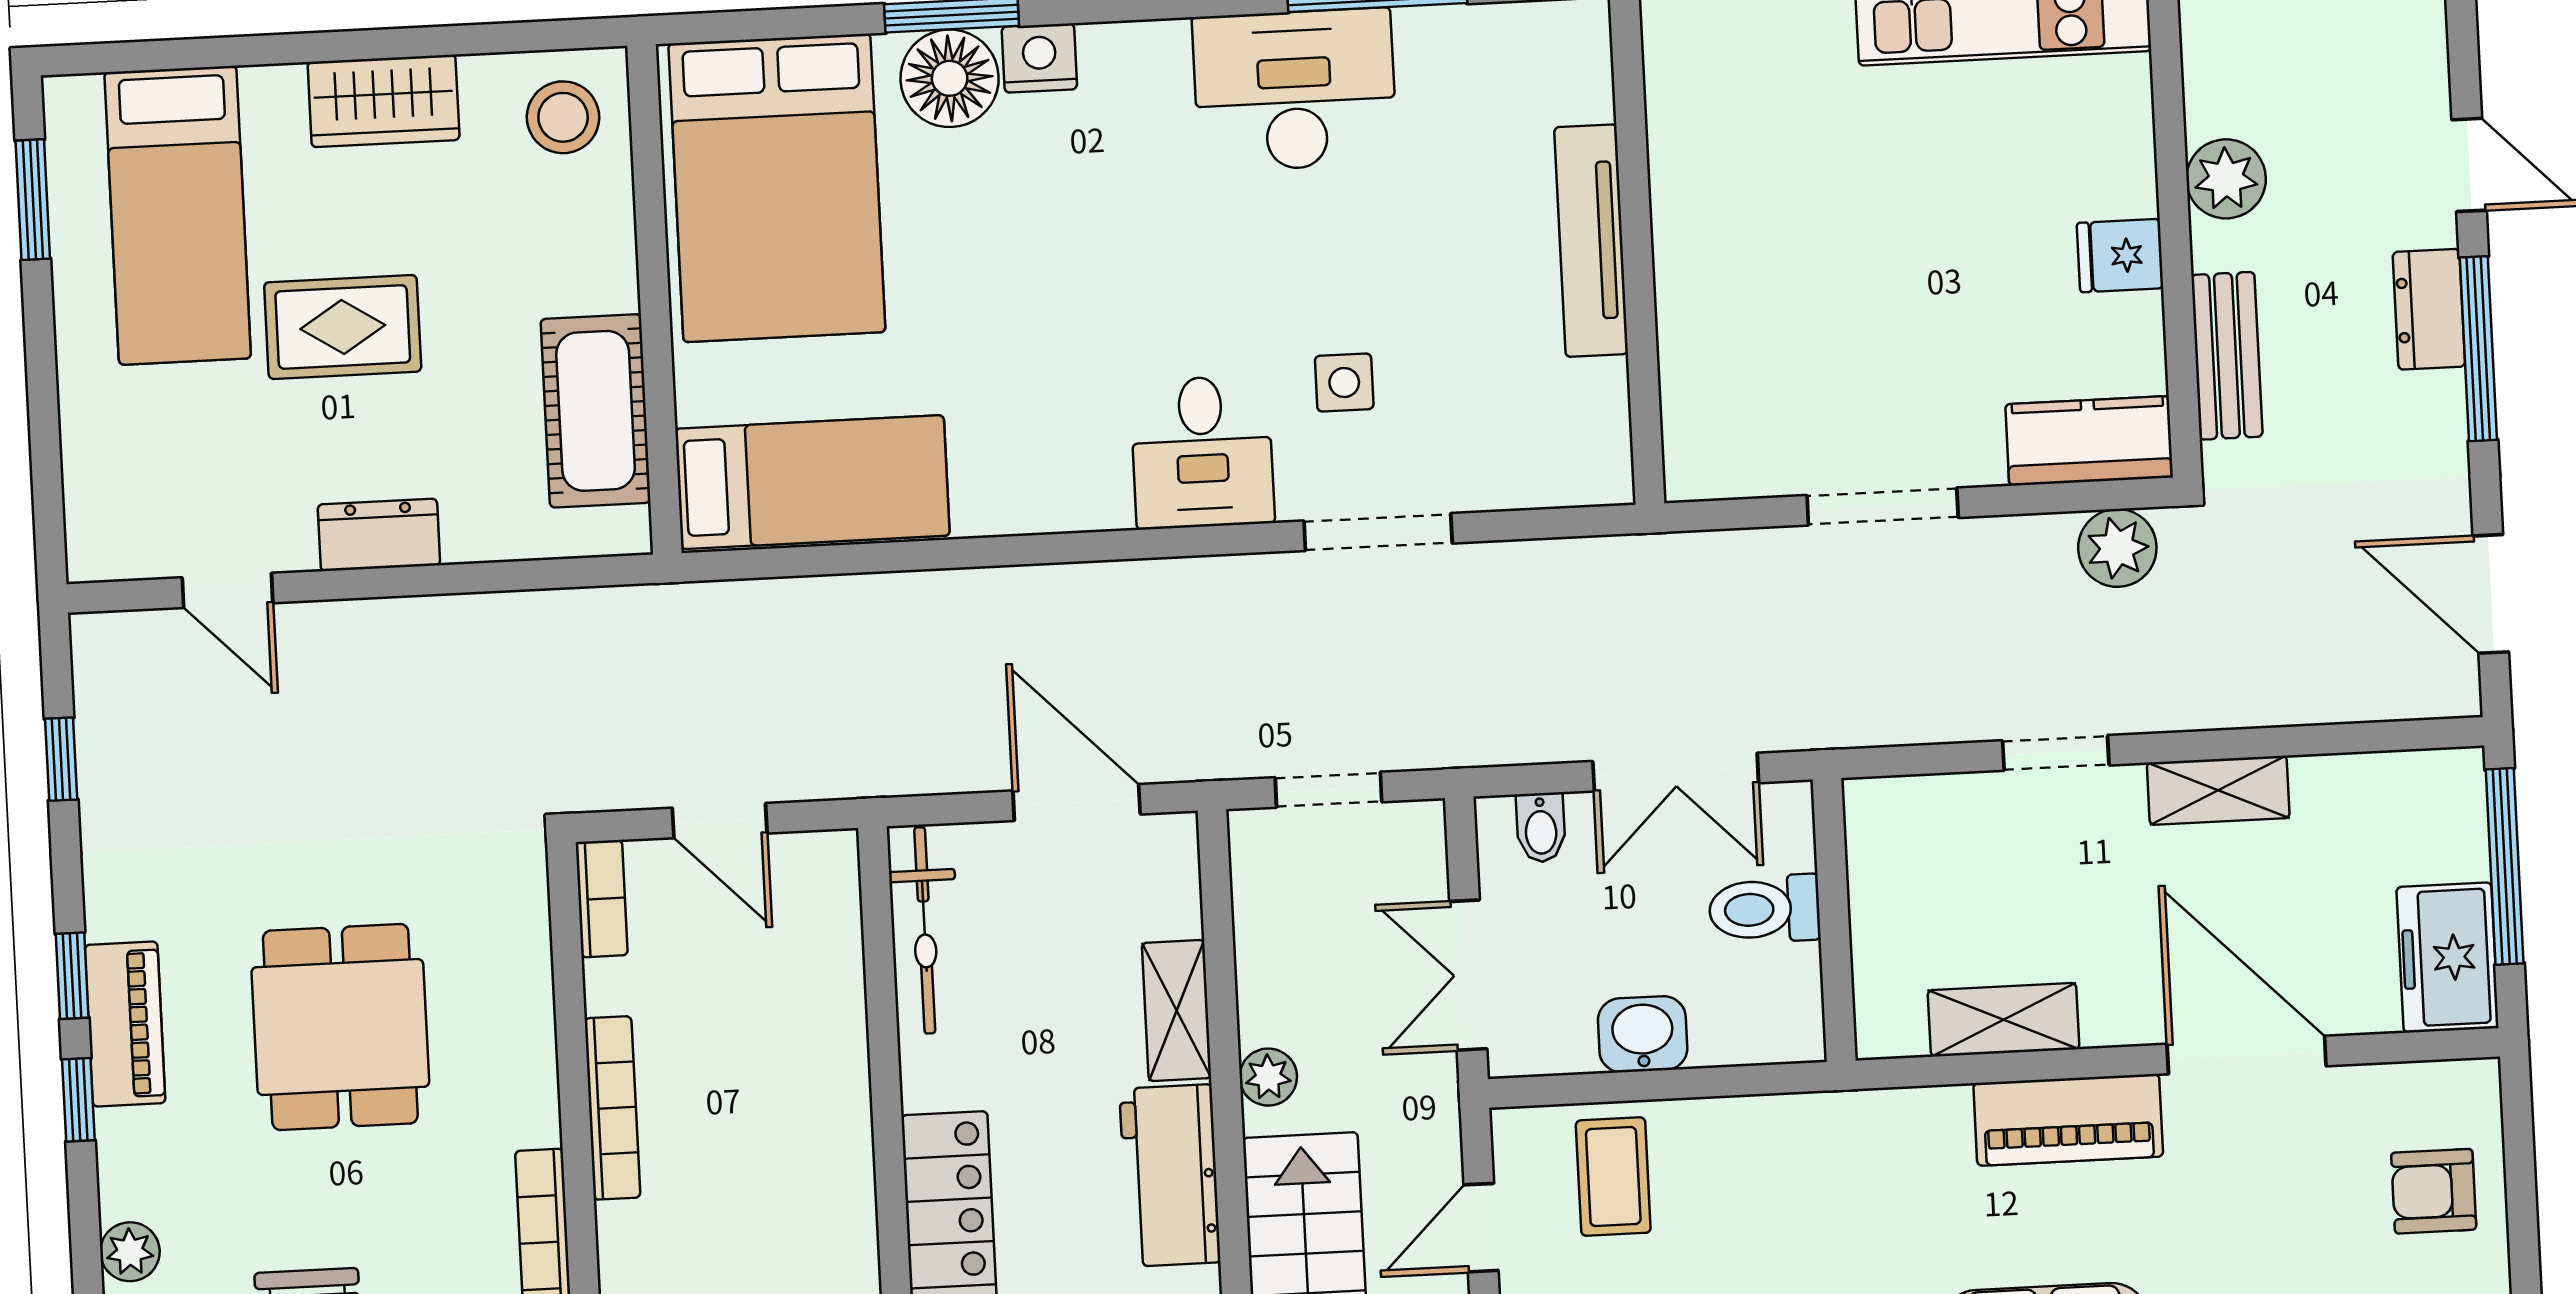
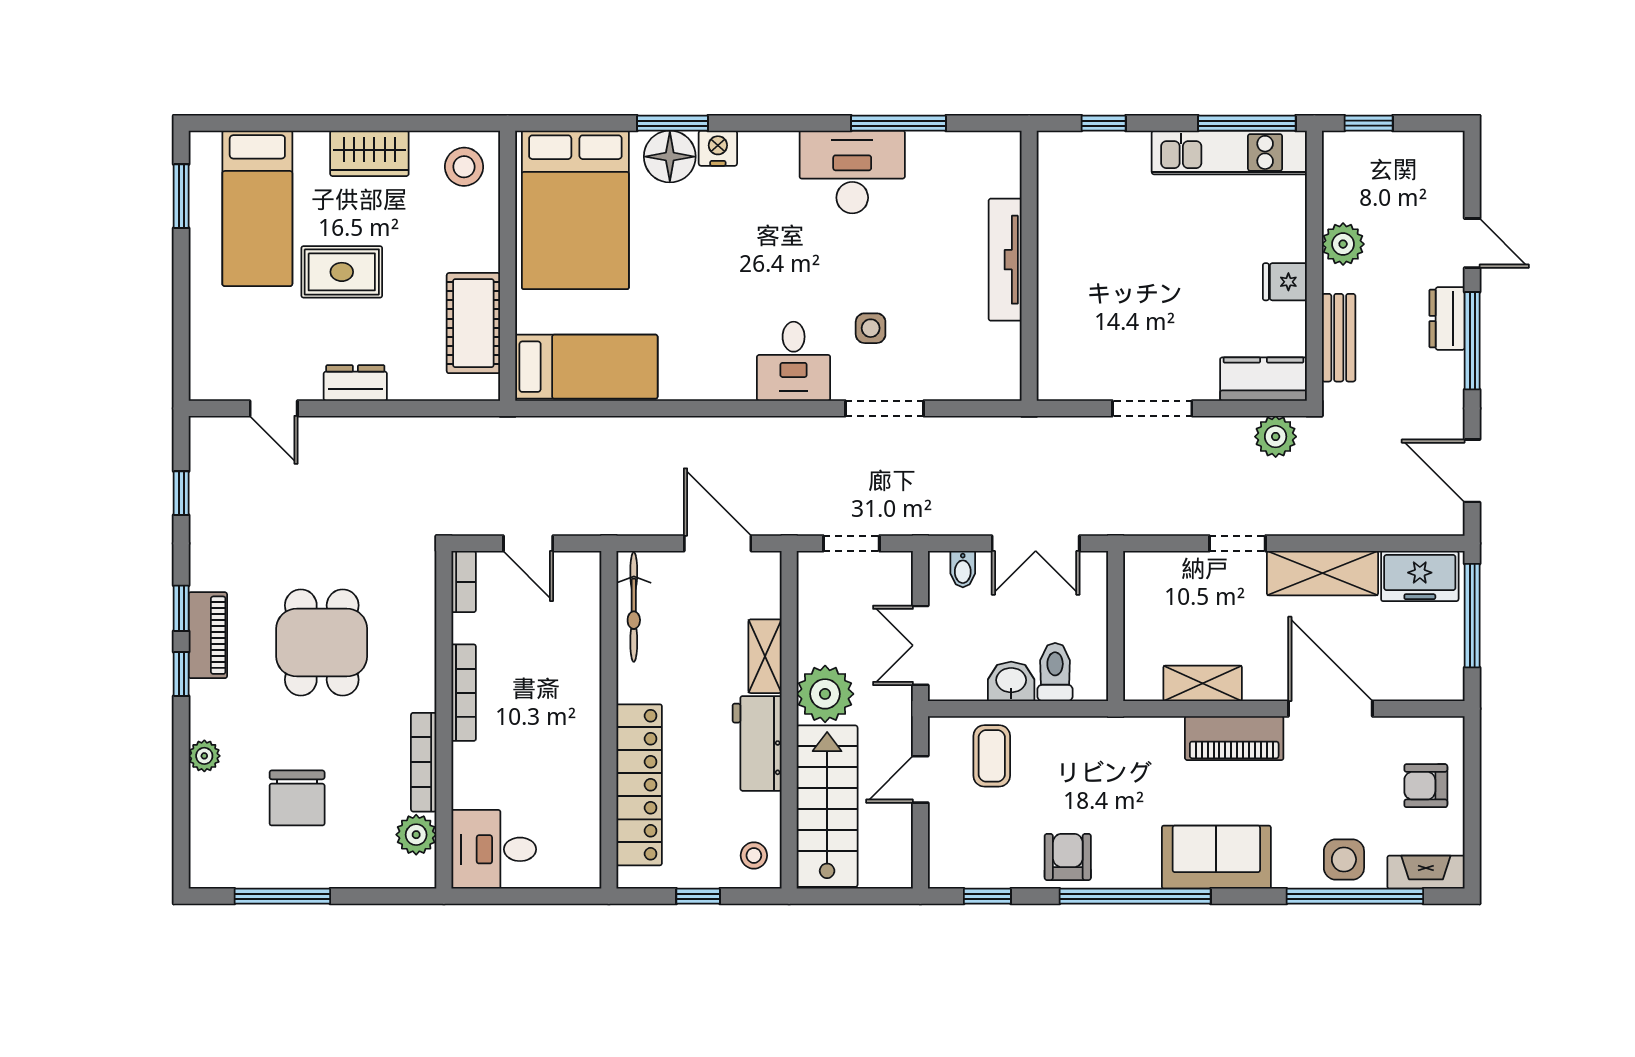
shelving: (2218, 790) -> (1322, 573), width x1.50, depth x1.33
toilet: (1764, 909) -> (1055, 672), moved, turned 90
freezer: (2448, 958) -> (1420, 576), moved, turned -90
plant: (1268, 1077) -> (825, 694), width x1.88, depth x1.88

